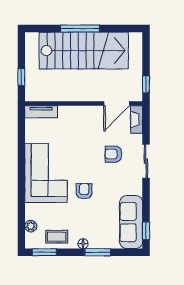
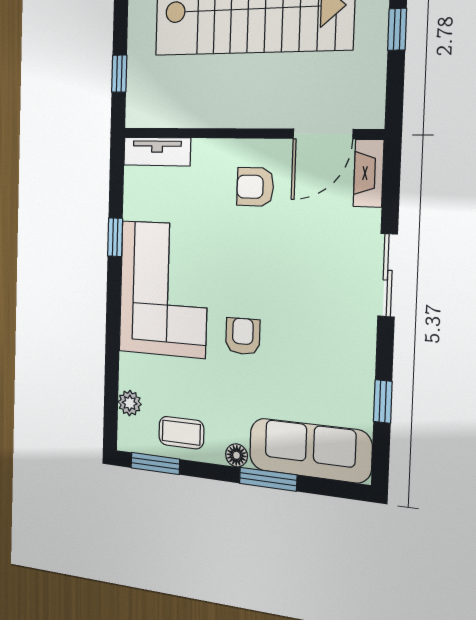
window: (146, 84) -> (397, 29), moved
window: (21, 151) -> (115, 237), added
armchair: (113, 154) -> (255, 187), moved
sofa: (131, 222) -> (310, 450), moved, turned 90
window: (146, 231) -> (383, 401), moved

